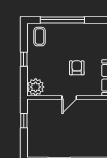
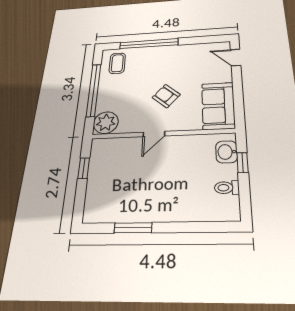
window: (24, 59) -> (94, 90), width x3.17
armchair: (77, 68) -> (166, 96), turned -49

